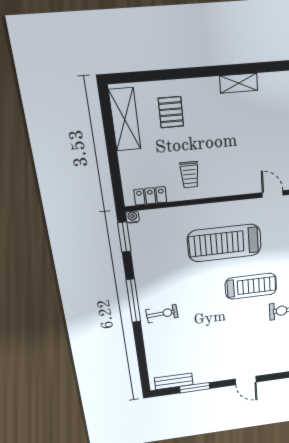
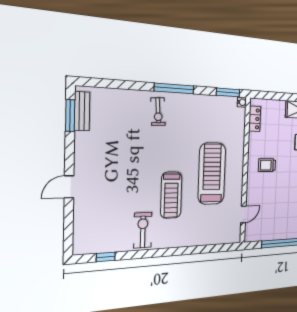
trolley: (190, 175) -> (267, 165), moved
window: (195, 388) -> (70, 116), moved

